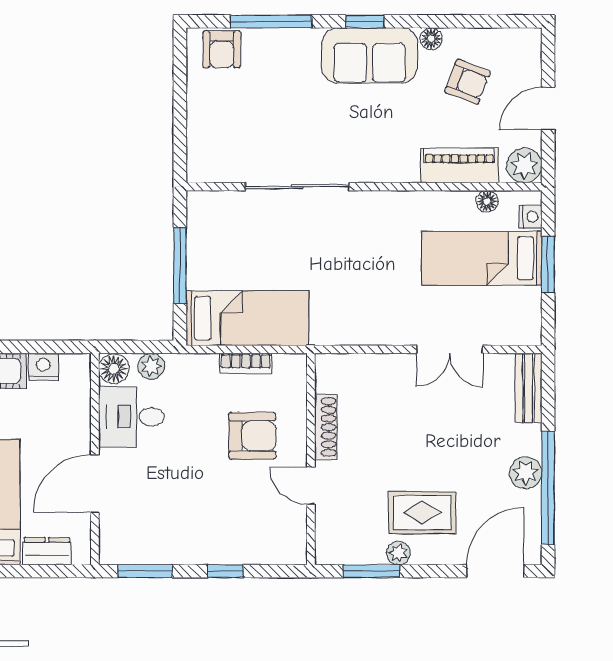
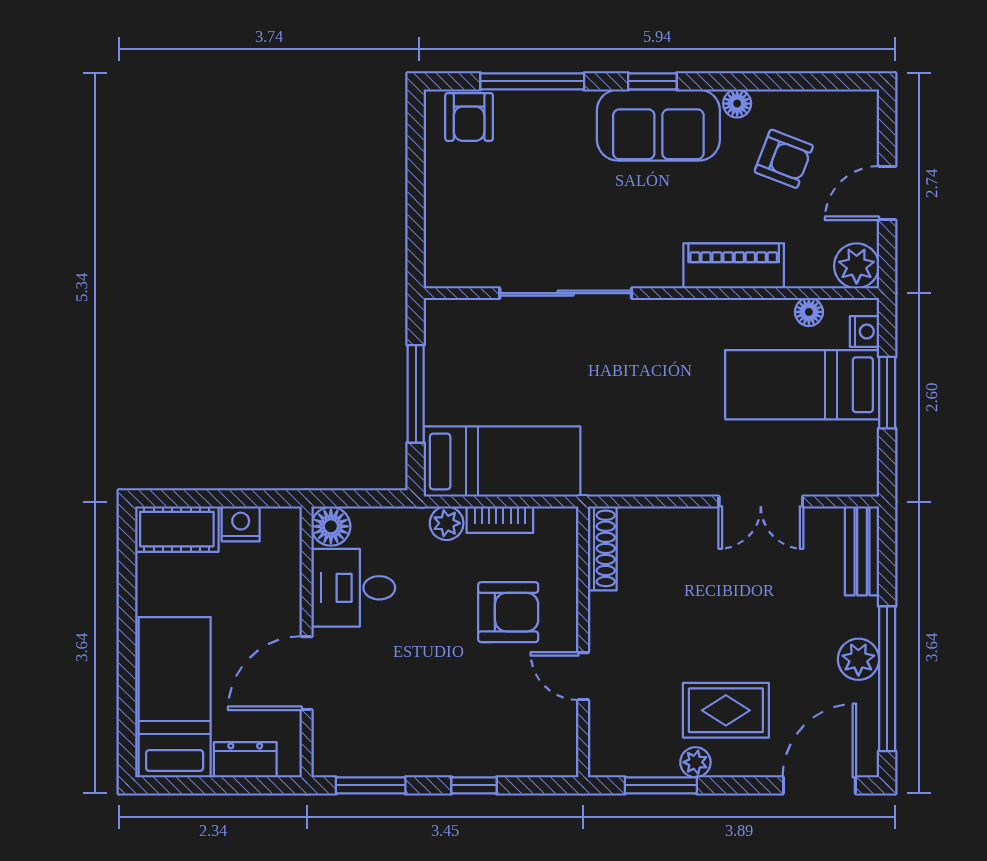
piano: (459, 165) -> (734, 266), moved
plant: (151, 366) -> (447, 523), moved
shoe rack: (326, 427) -> (602, 548), moved

